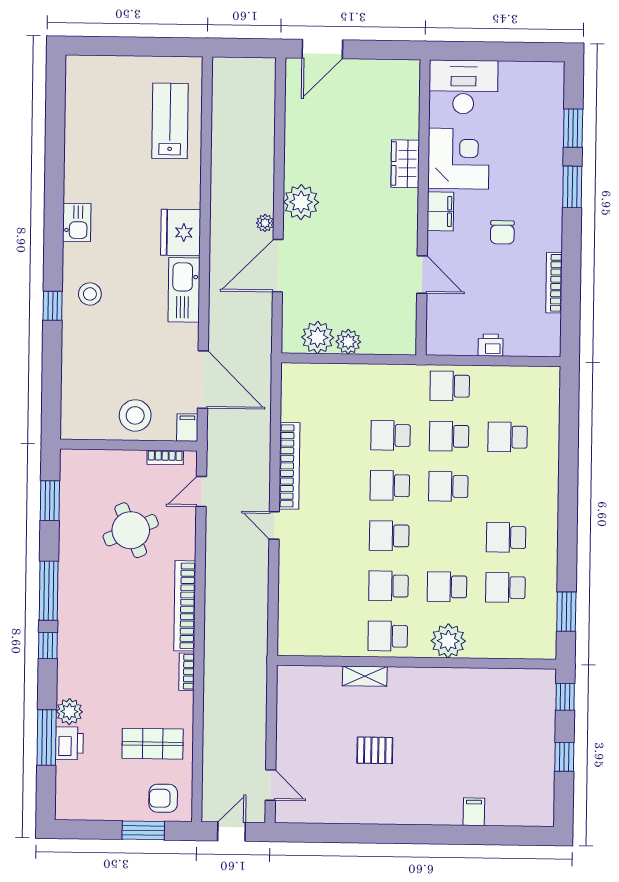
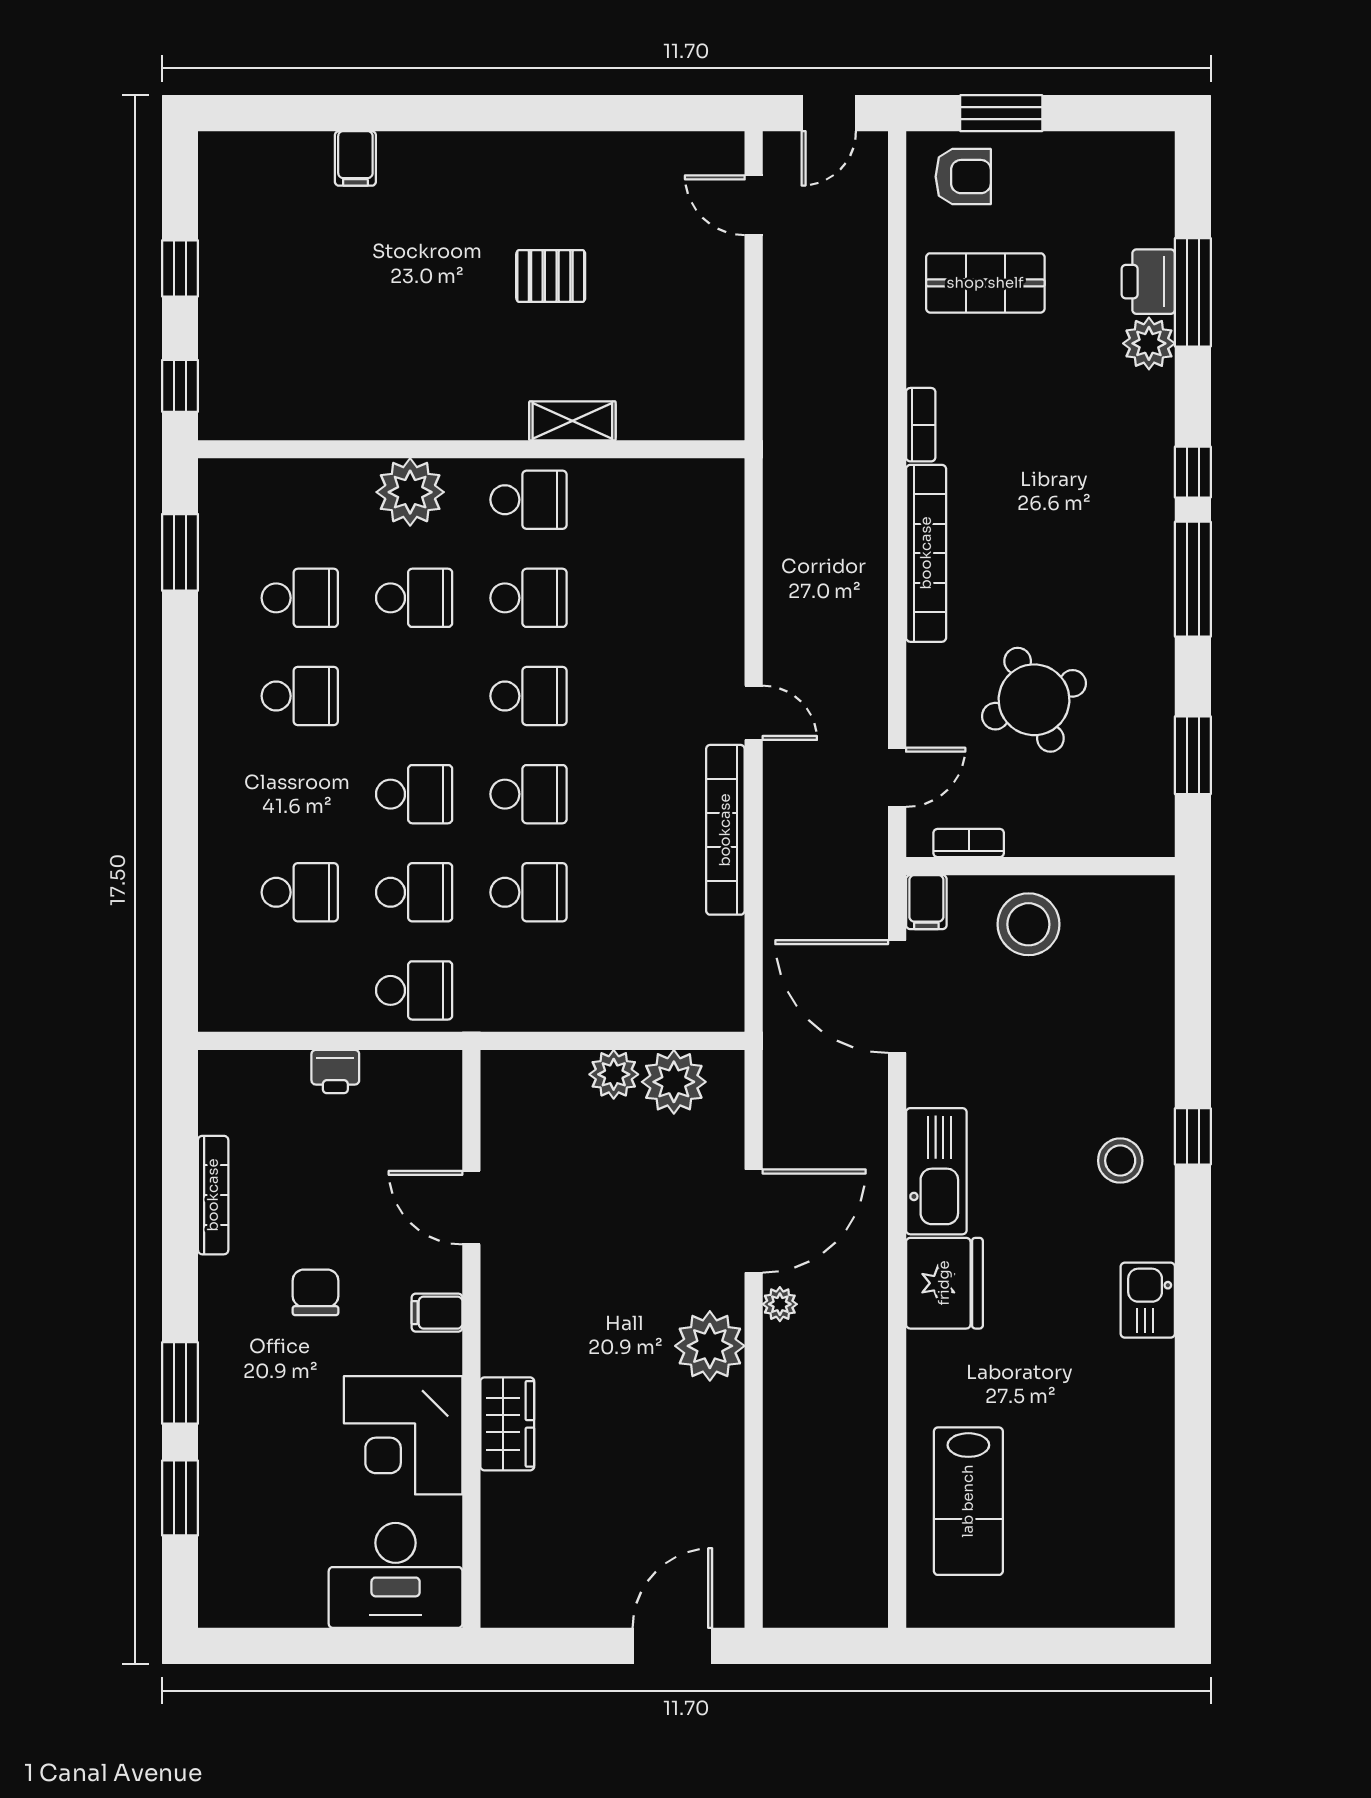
filing cabinet: (440, 211) -> (437, 1313), width x0.50

